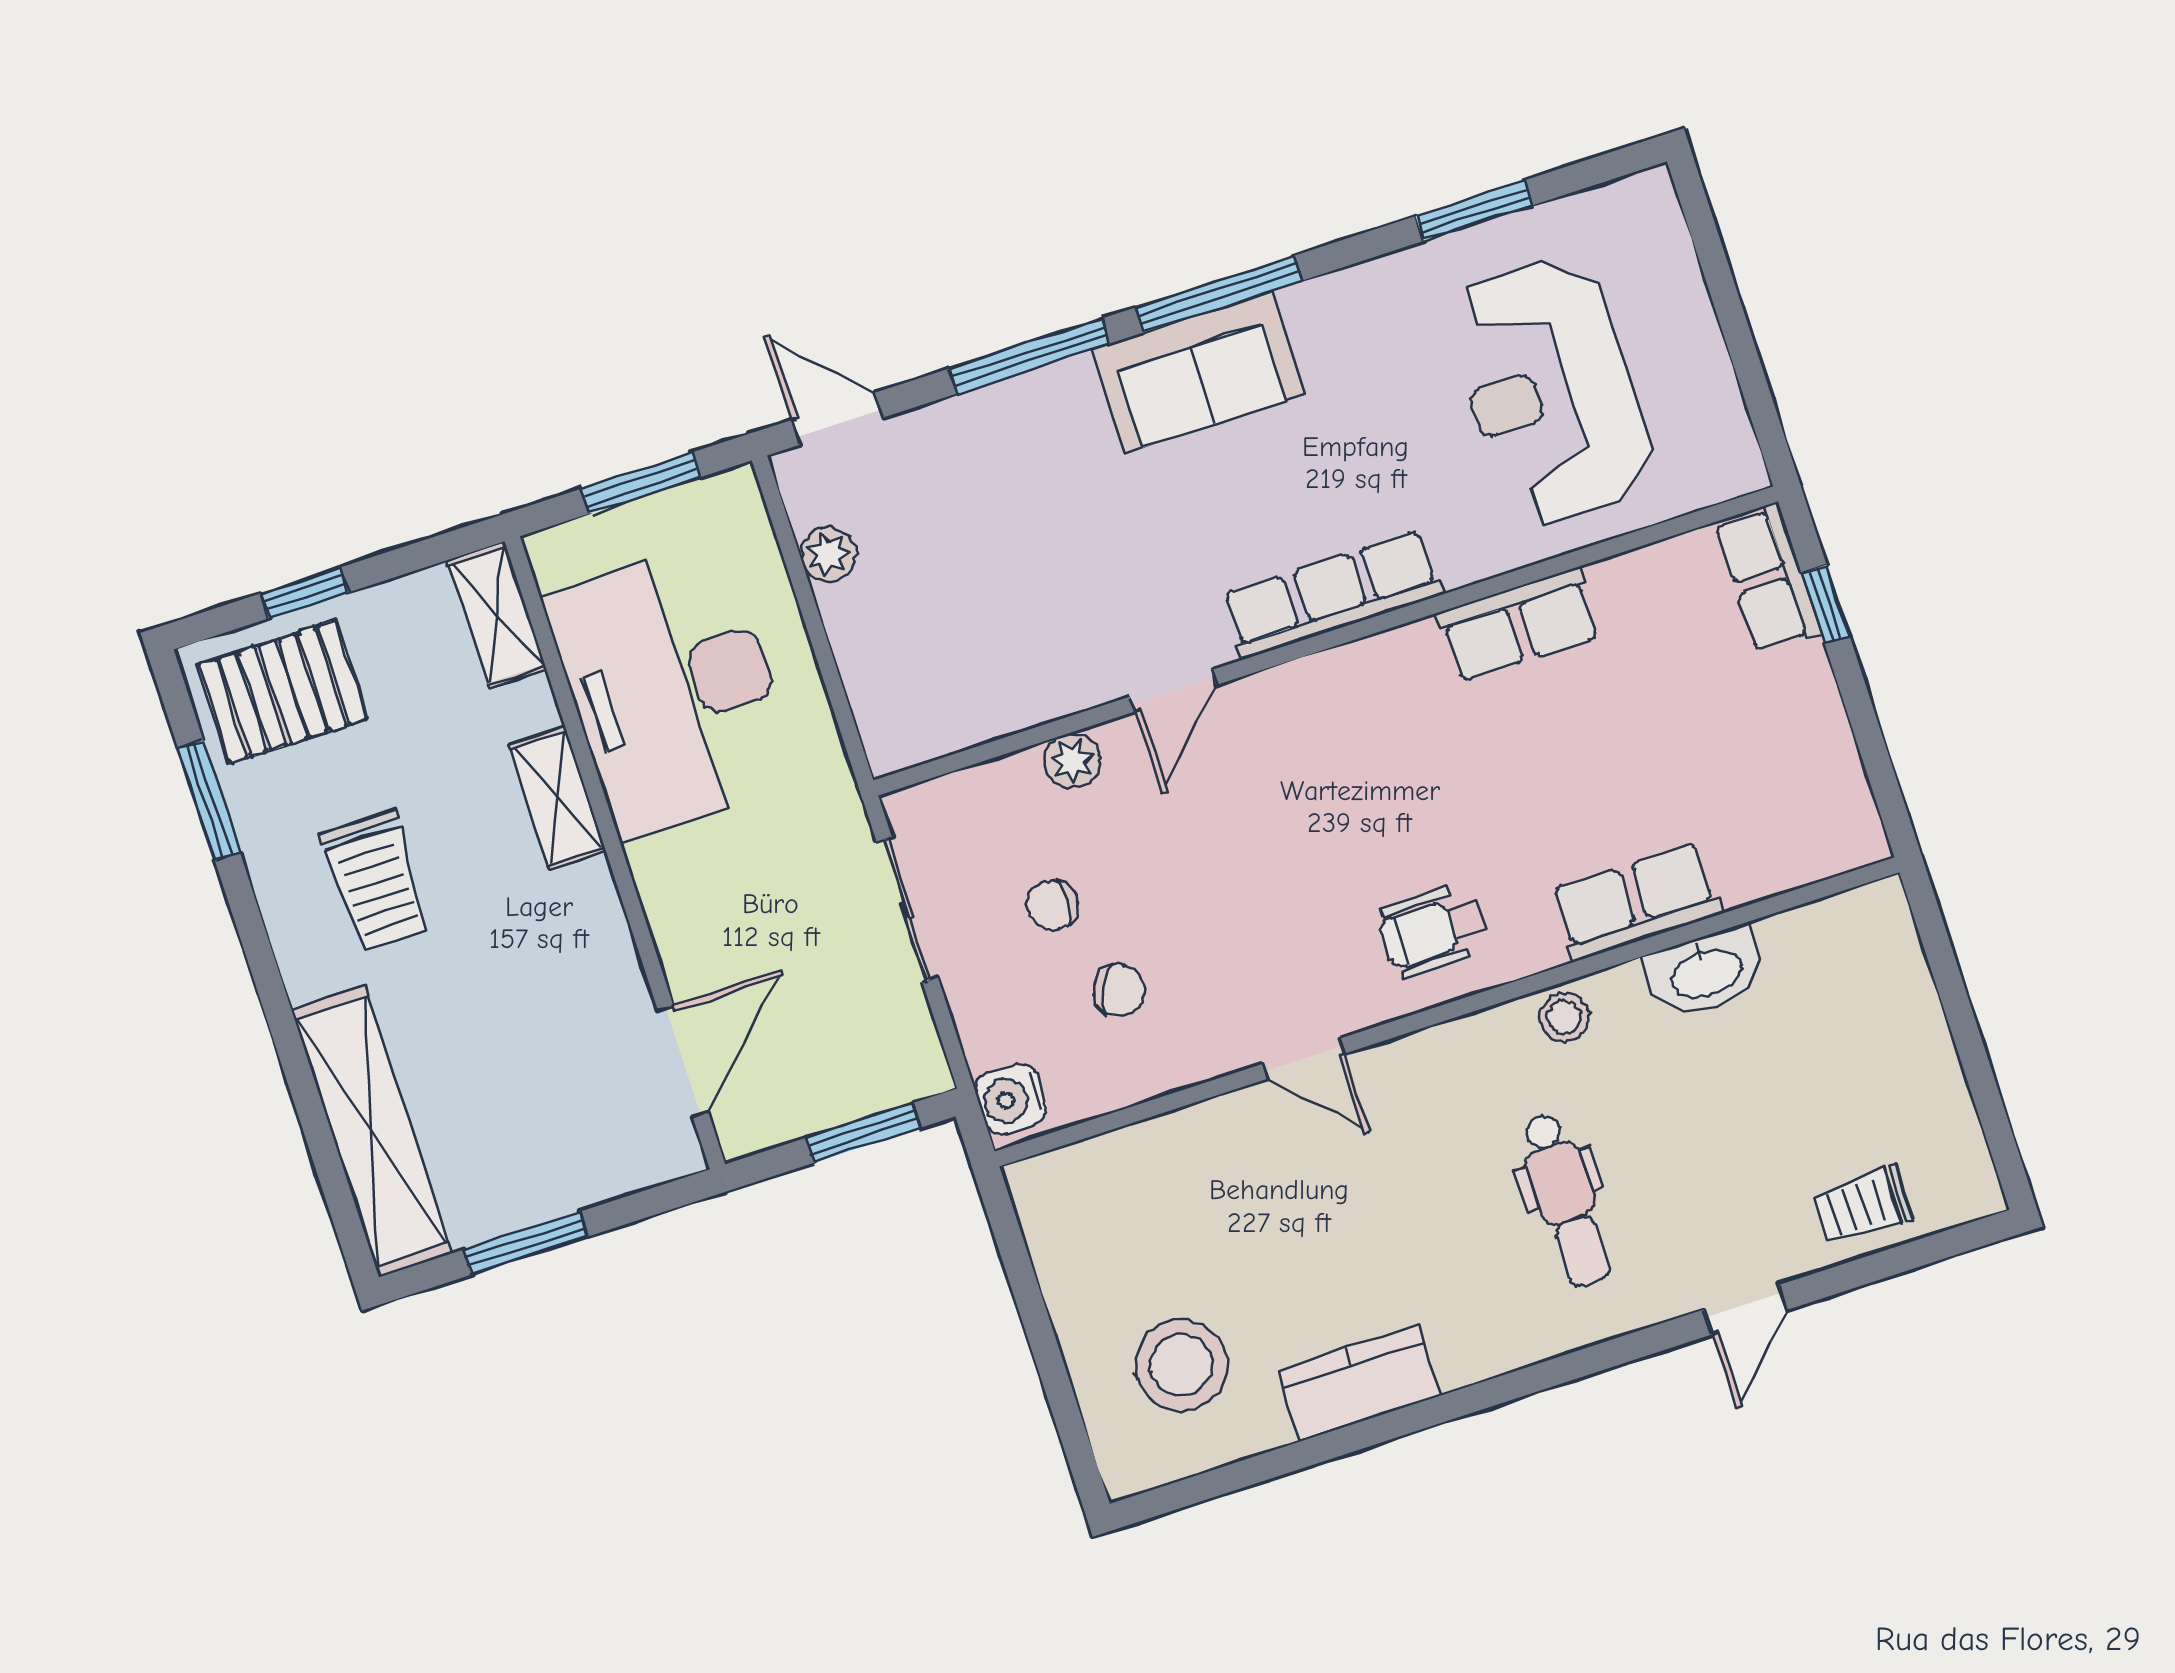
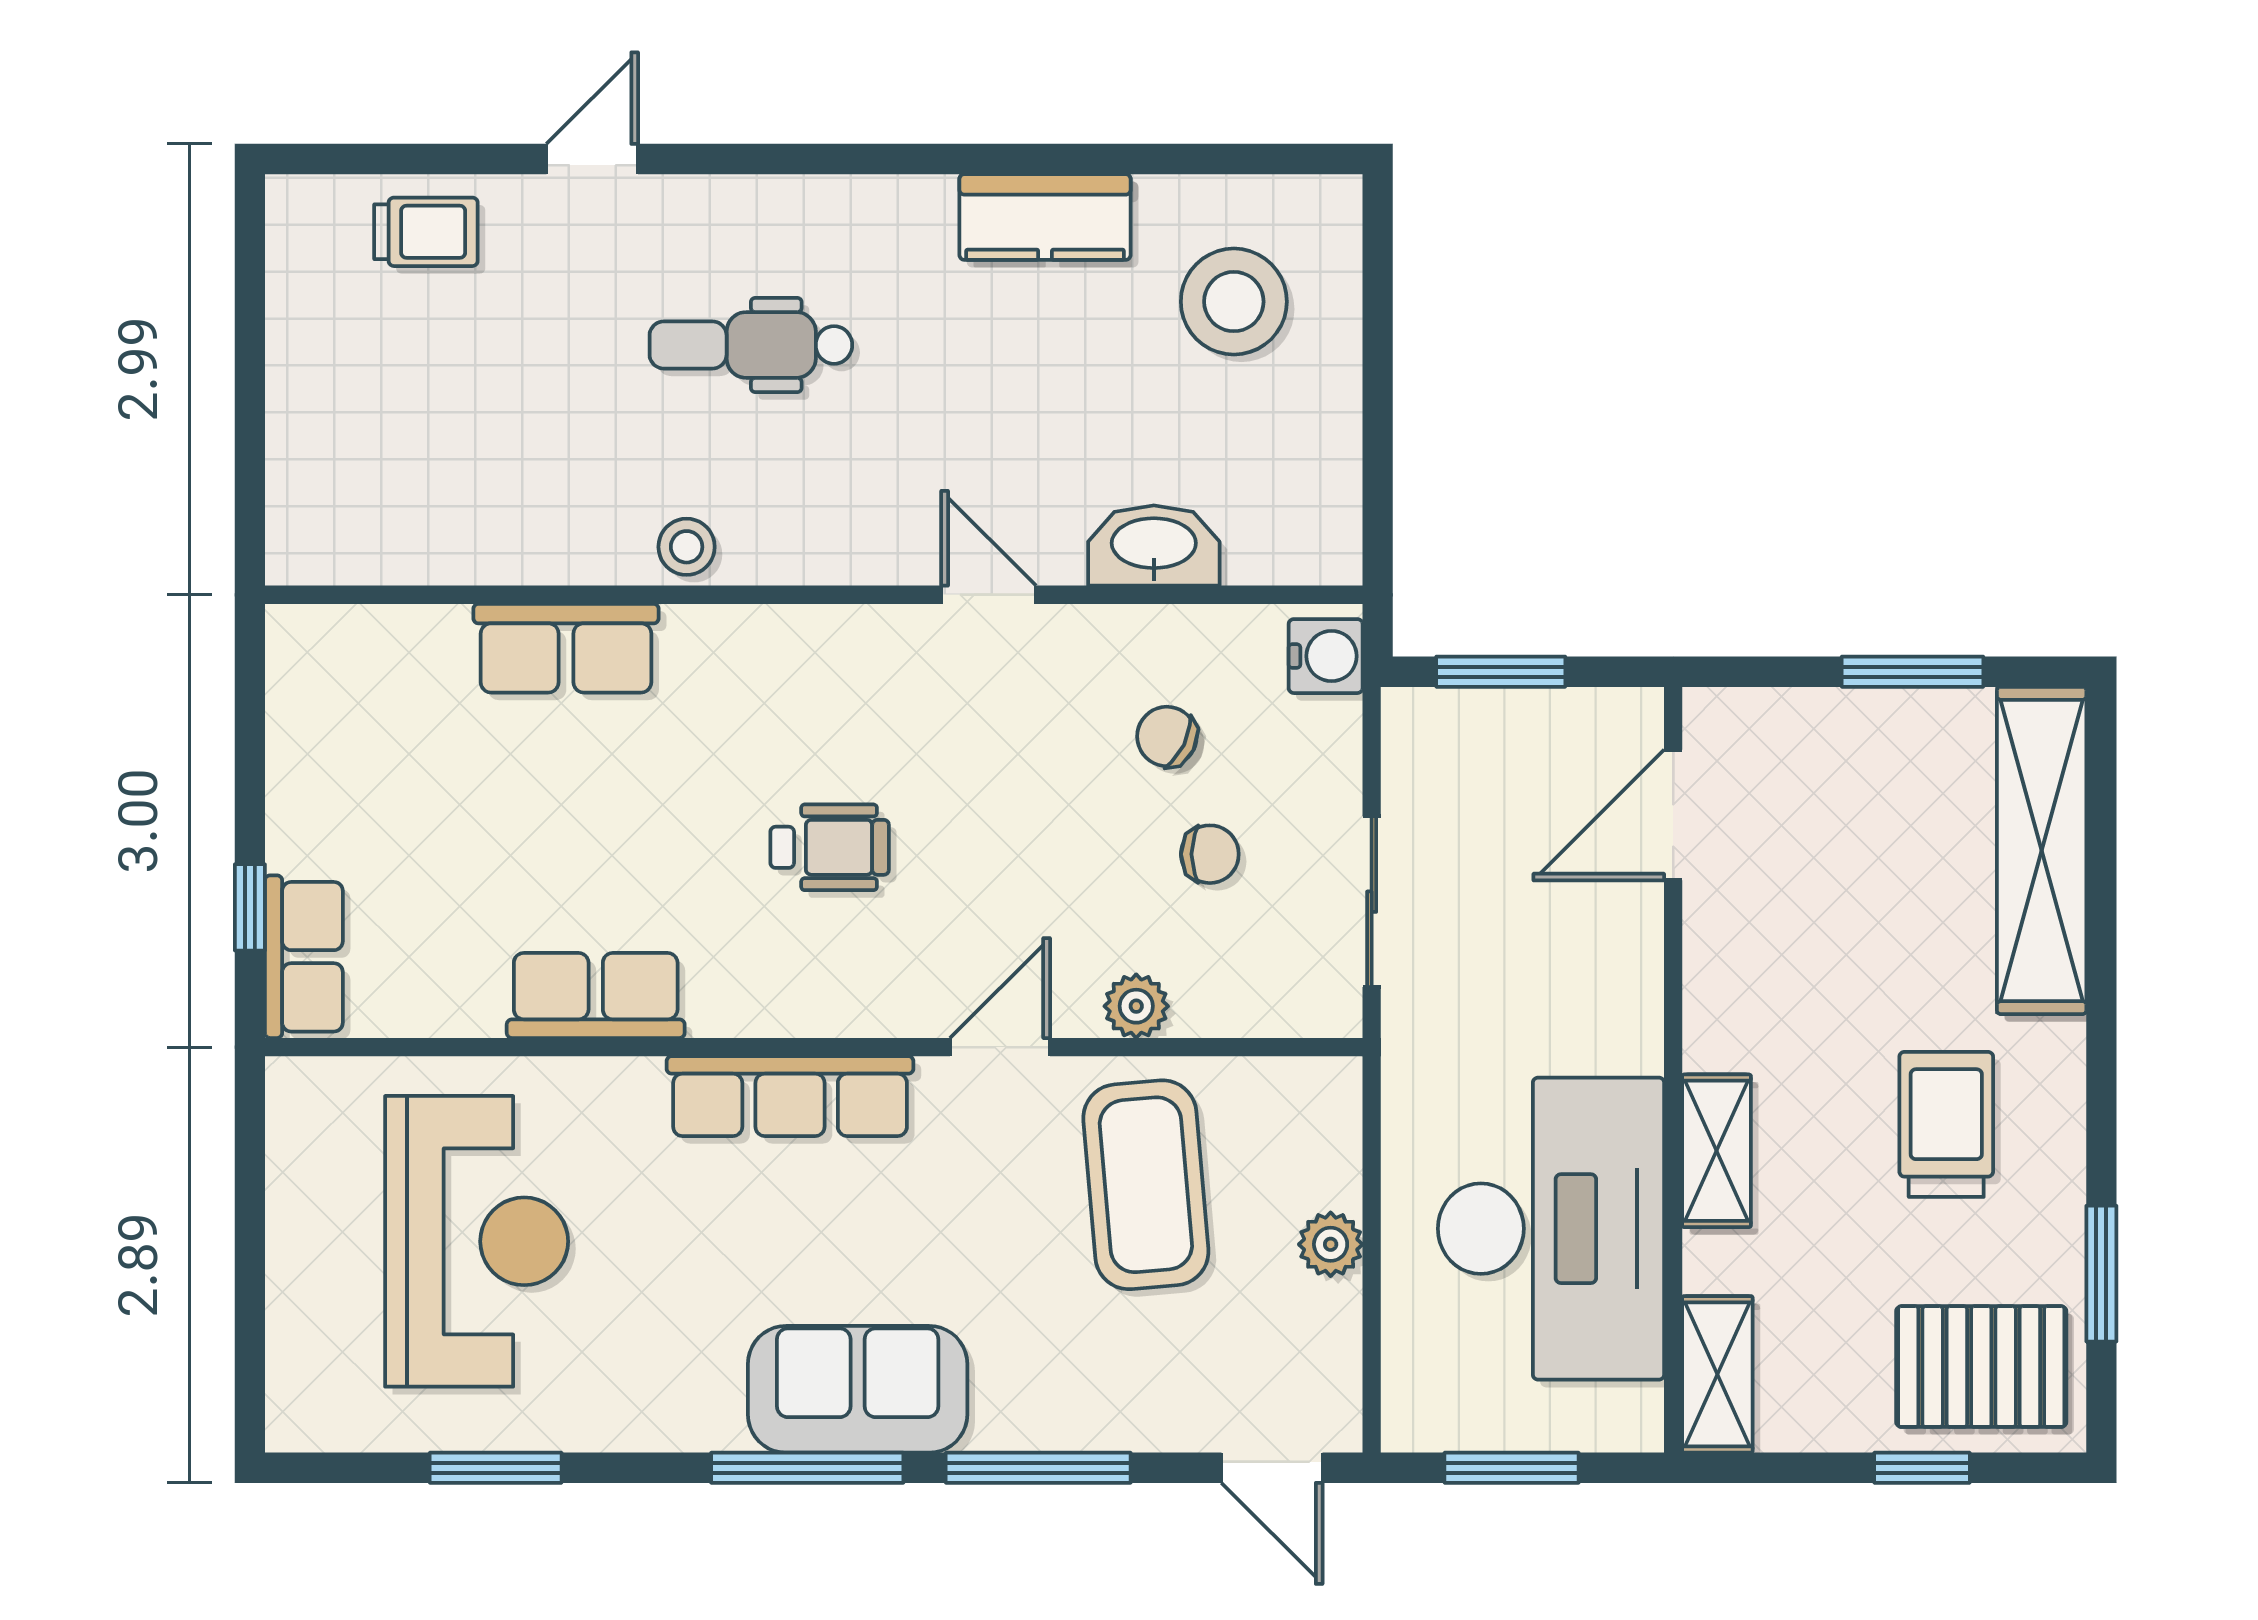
plant: (828, 554) -> (1331, 1244), moved
coffee table: (1016, 617) -> (1146, 1185), added
wheelchair: (1433, 930) -> (830, 847), moved
washbasin: (1706, 972) -> (1154, 546), moved
dental chair: (1565, 1200) -> (751, 345), turned -90

